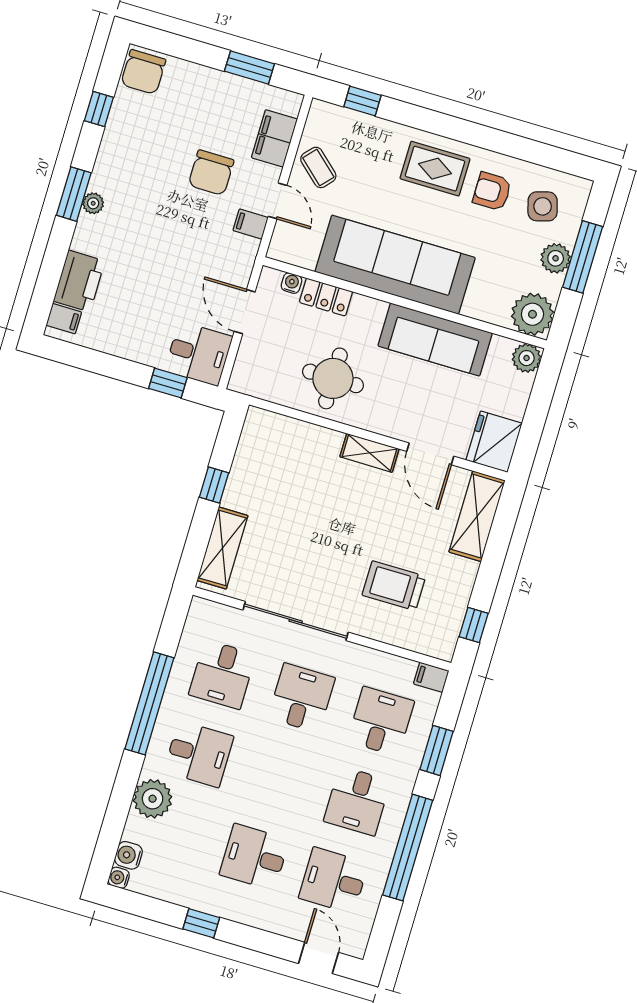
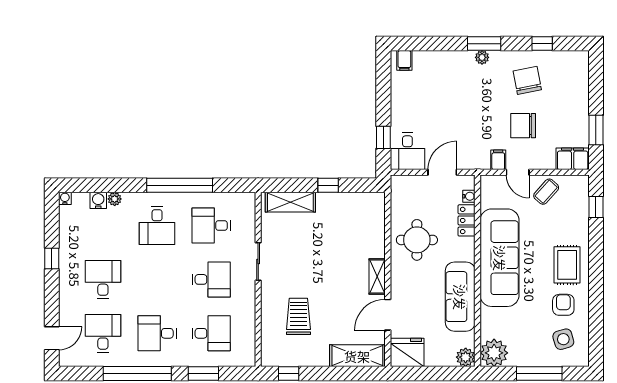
chair: (143, 72) -> (527, 80), moved, turned 79
filing cabinet: (274, 138) -> (573, 159), moved
door: (278, 201) -> (518, 172), hinge flipped
plant: (556, 258) -> (533, 357), removed
printer: (79, 281) -> (431, 63), removed
sliding door: (296, 621) -> (258, 261), width x0.54
filing cabinet: (431, 677) -> (248, 357), removed
plant: (153, 799) -> (115, 199), width x0.53, depth x0.53
water cooler: (129, 855) -> (98, 200), moved

